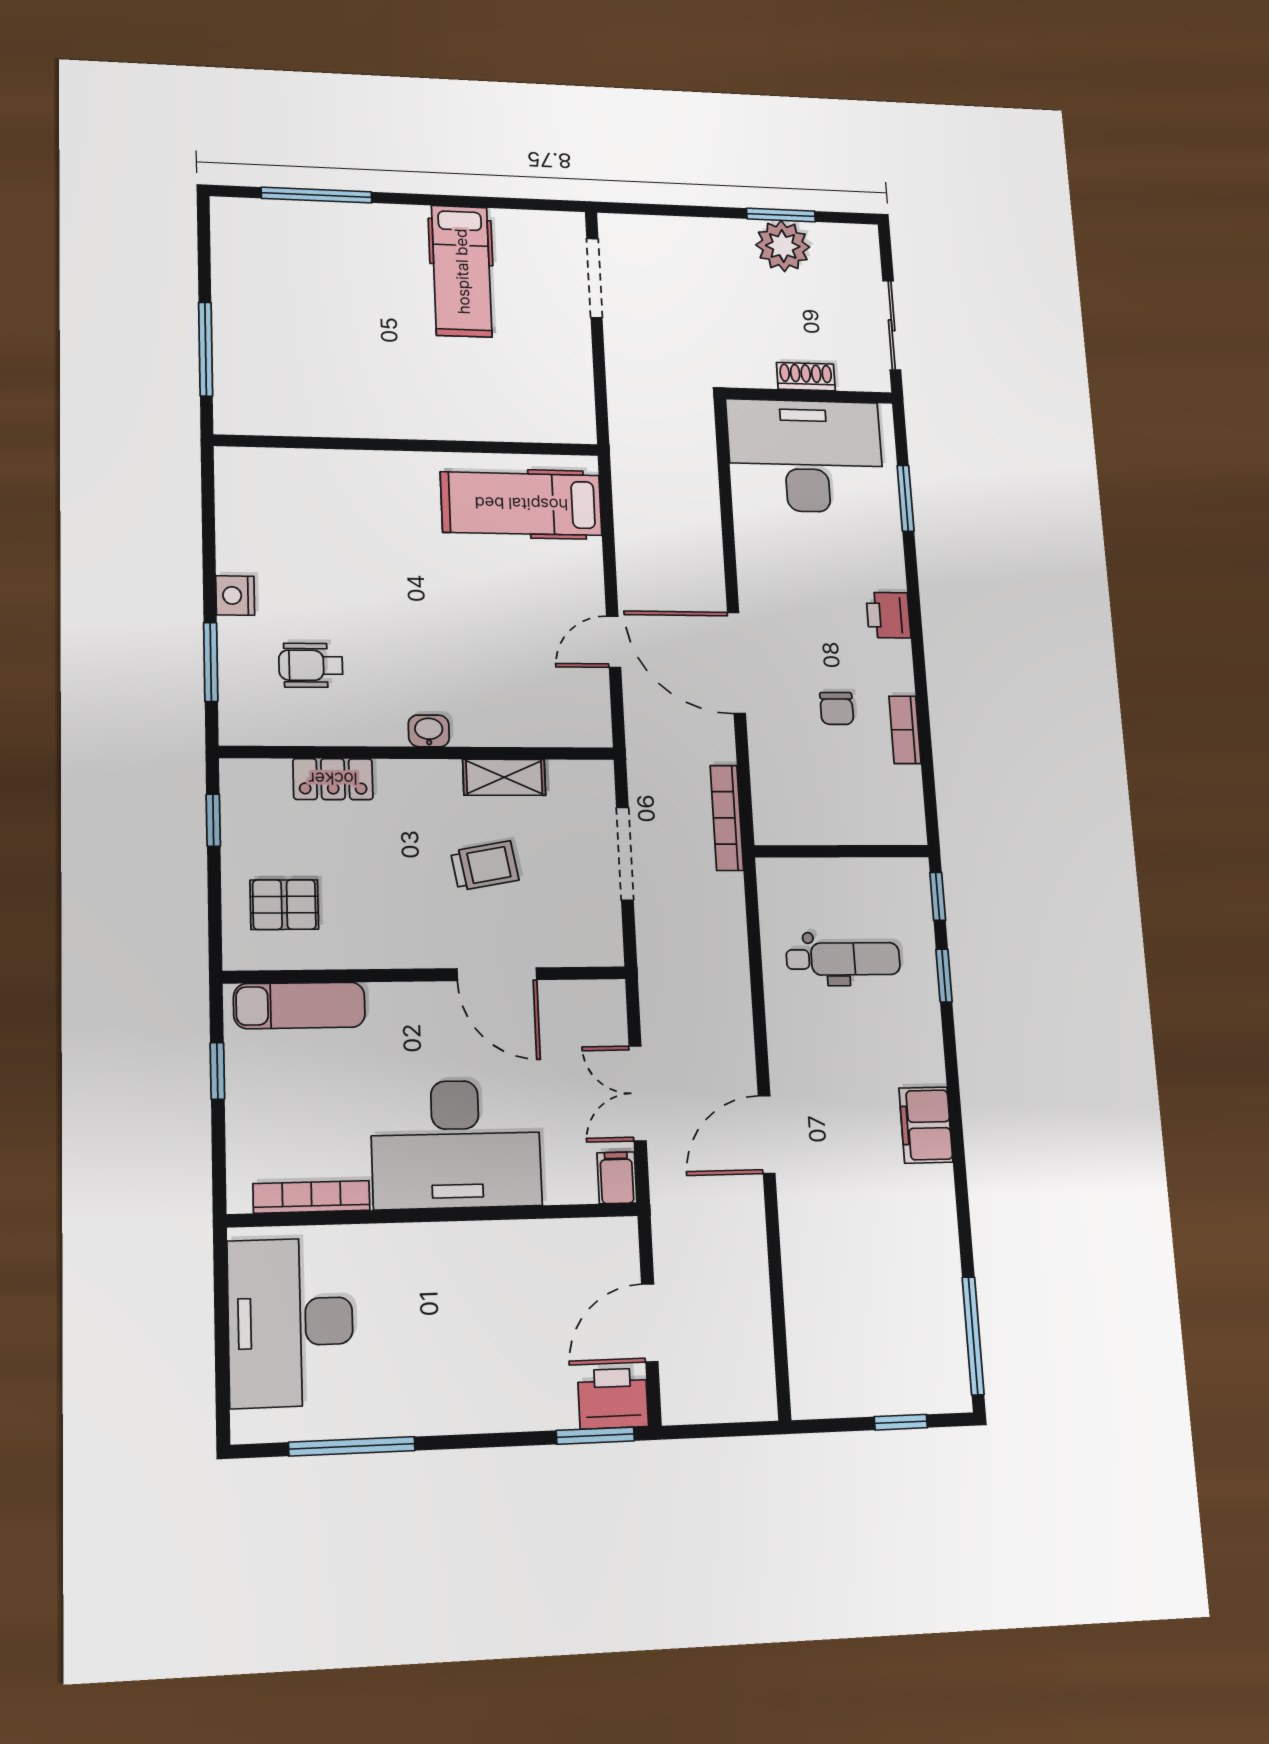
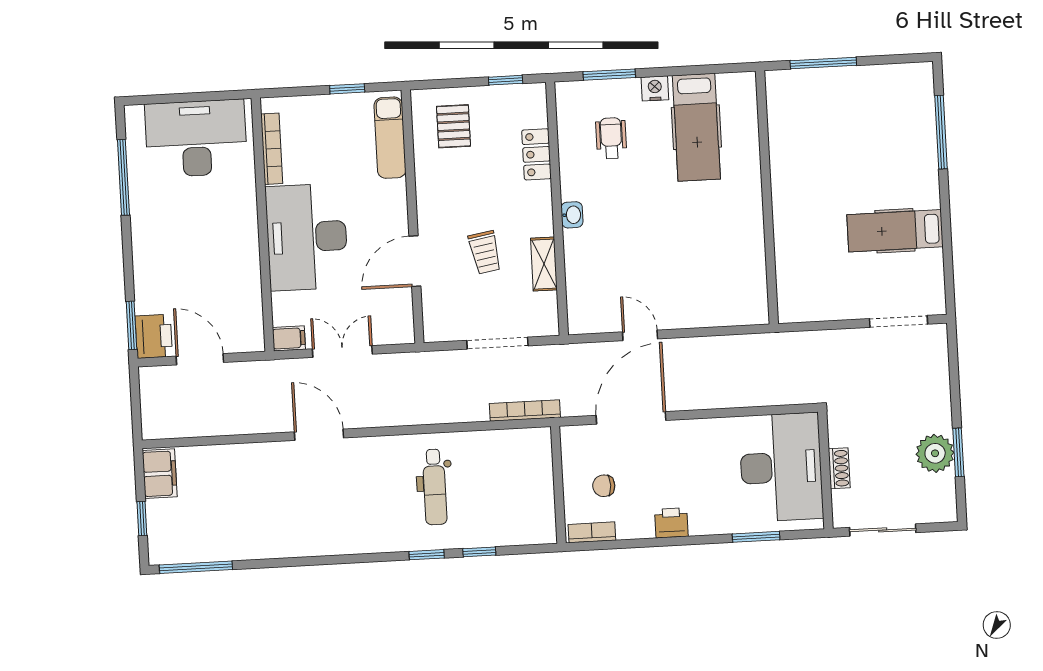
hospital bed: (521, 504) -> (696, 127), moved, turned 180
wall: (842, 851) -> (558, 485), moved
filing cabinet: (926, 1125) -> (160, 474), moved, turned 90

